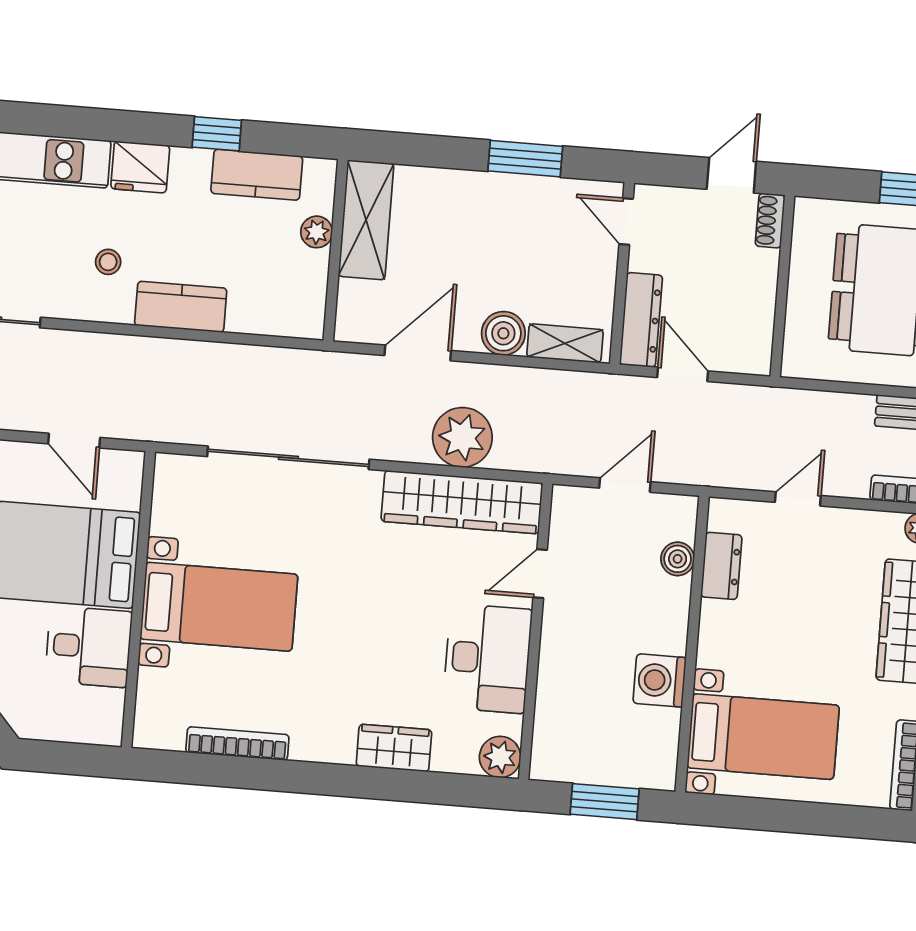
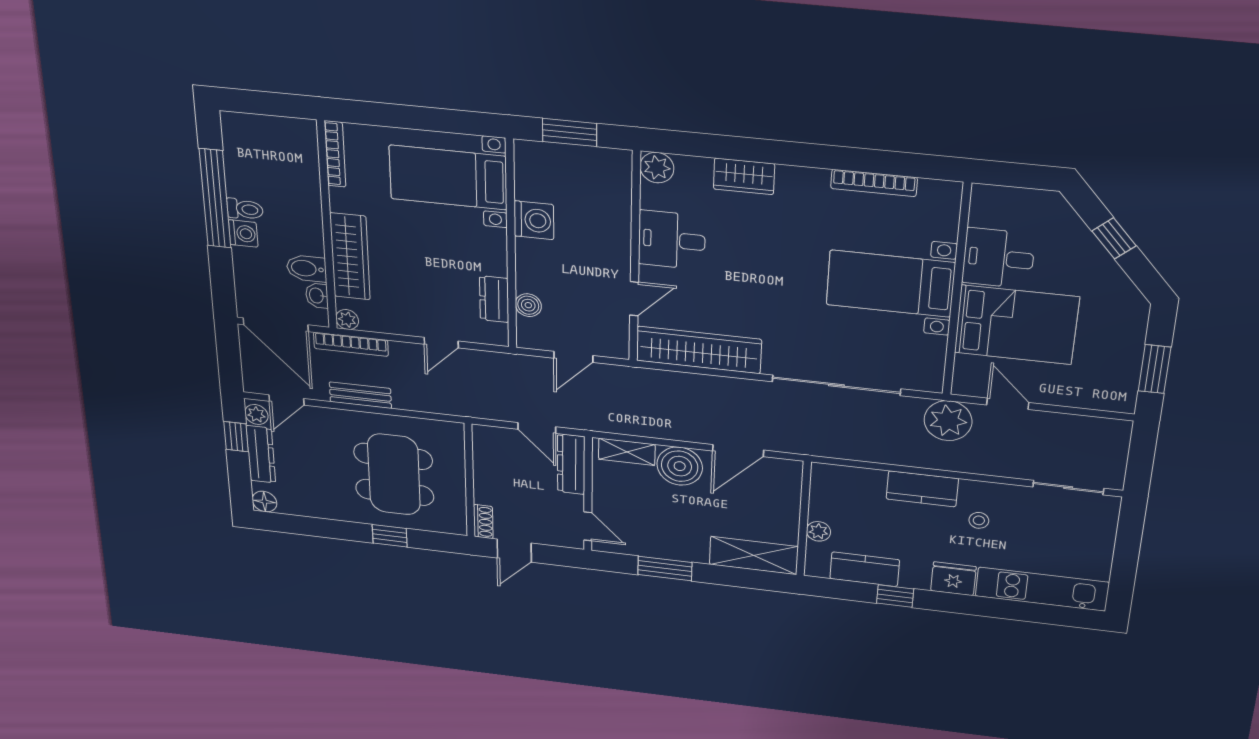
shelving: (366, 220) -> (754, 556), moved, turned 90
boiler: (503, 333) -> (680, 466), width x1.37, depth x1.37
plant: (462, 437) -> (948, 421), moved
desk: (487, 658) -> (672, 240), width x0.73

